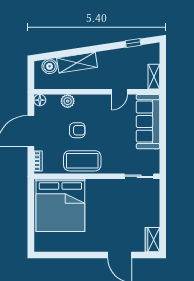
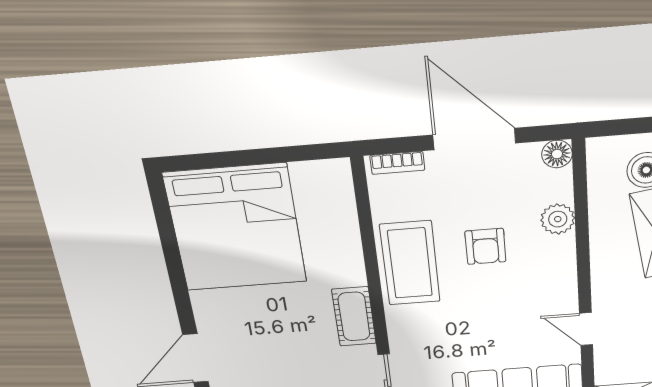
cot: (105, 186) -> (354, 317), added
bed: (60, 205) -> (236, 228), moved, turned -90

